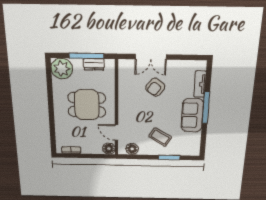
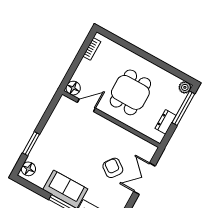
window: (86, 56) -> (183, 108), moved
plant: (62, 69) -> (185, 87), width x0.53, depth x0.53
coffee table: (160, 137) -> (59, 146), removed
floor lamp: (132, 149) -> (28, 169), moved

